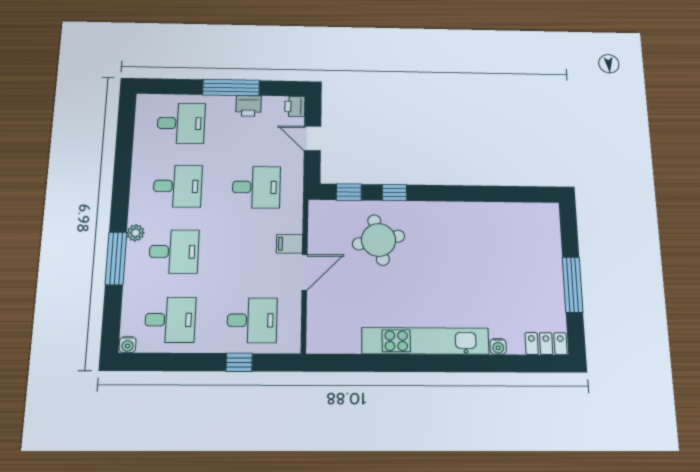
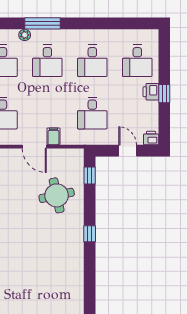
window: (231, 88) -> (164, 94), width x0.46
printer: (248, 106) -> (151, 92), moved
door: (312, 139) -> (128, 151), hinge flipped
window: (394, 193) -> (90, 234), moved
plant: (136, 233) -> (25, 35), moved

